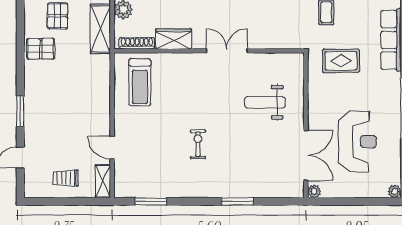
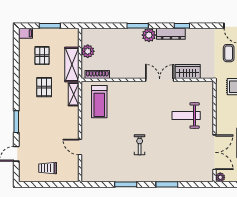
wardrobe: (174, 39) -> (188, 71), moved
pallet: (41, 49) -> (44, 87), moved, turned 90
shelving: (103, 181) -> (74, 94), moved
window: (151, 201) -> (126, 184), moved

